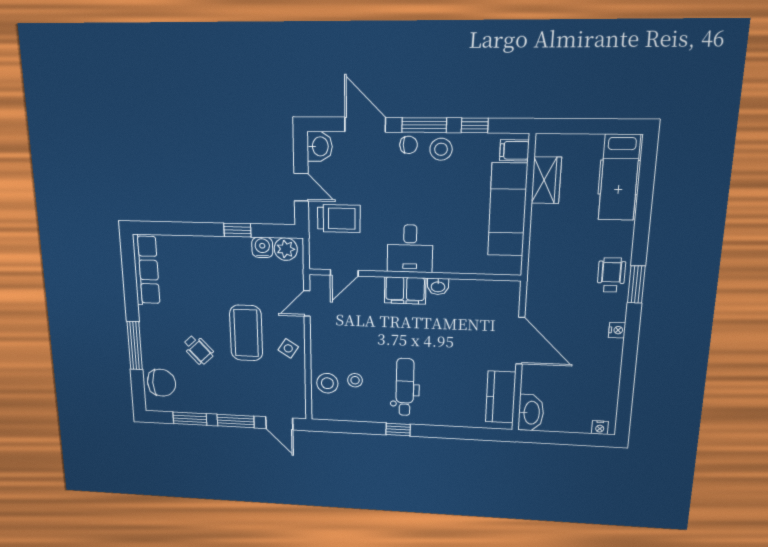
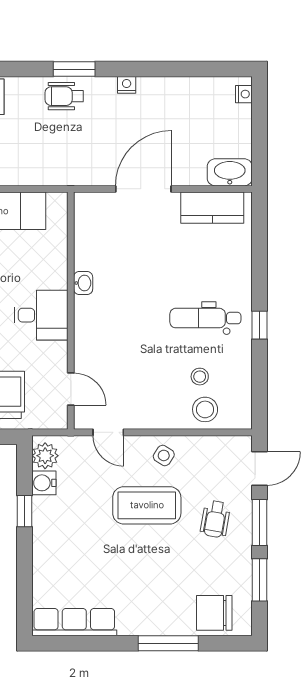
filing cabinet: (405, 290) -> (89, 320), removed
wheelchair: (198, 350) -> (215, 519), moved, turned 143
chair: (161, 383) -> (214, 613), turned -90

